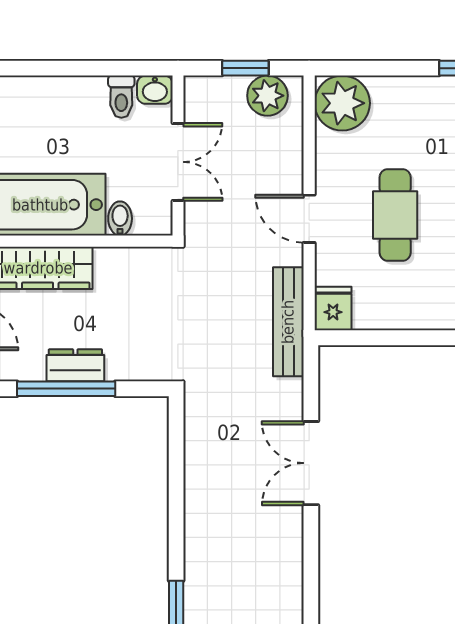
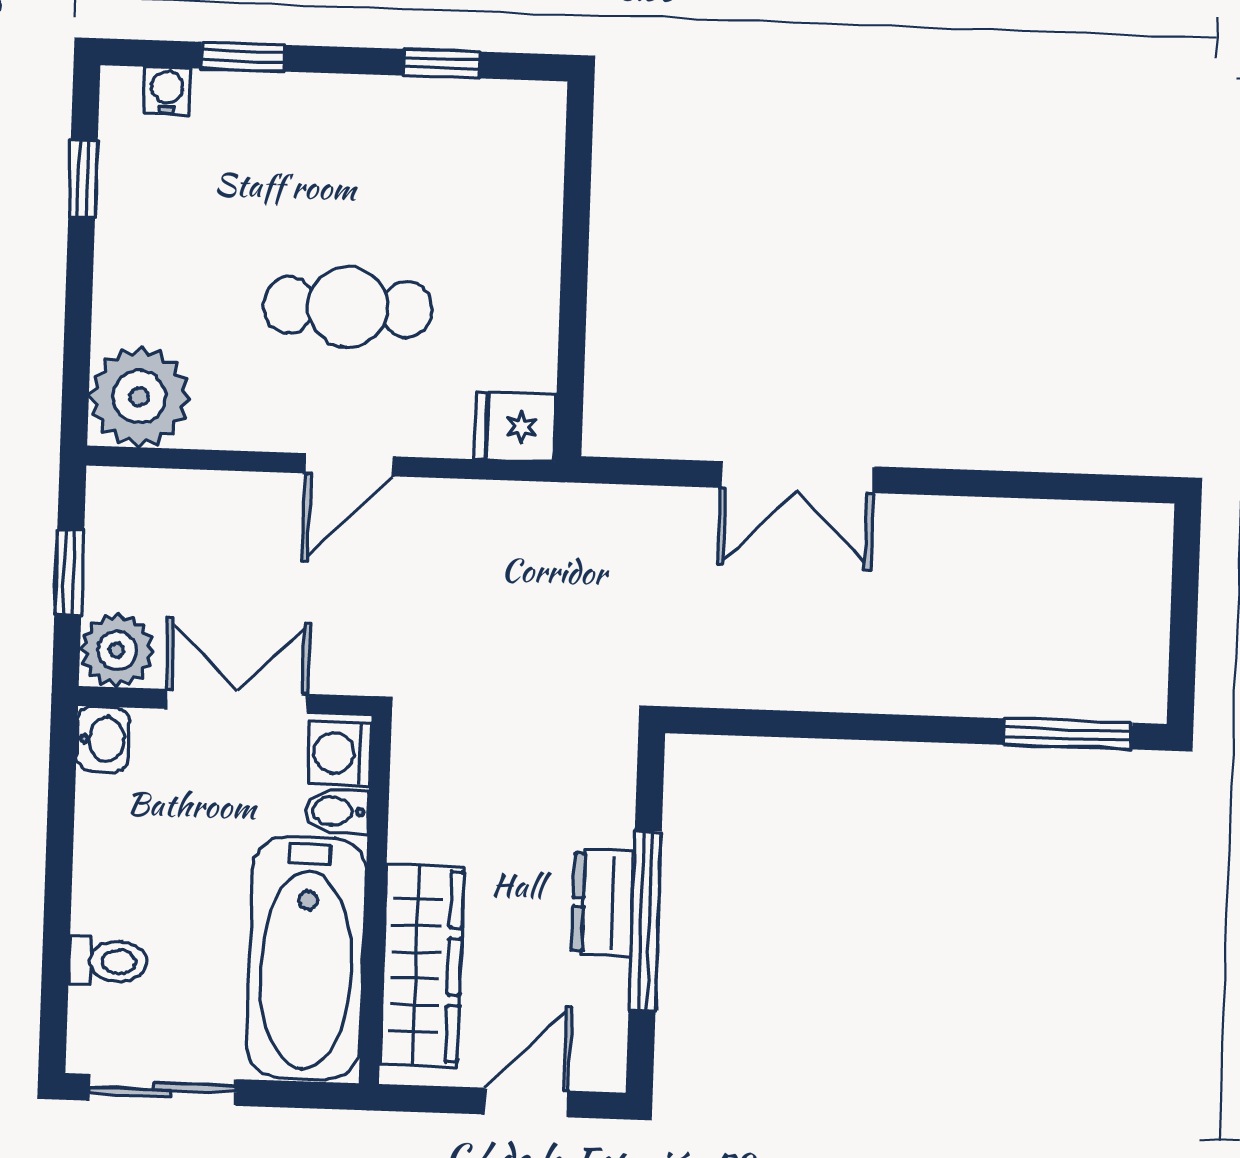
plant: (267, 96) -> (117, 650), moved
toilet: (121, 97) -> (108, 961), moved
washing machine: (152, 219) -> (339, 753), added
bench: (288, 322) -> (537, 509), removed

